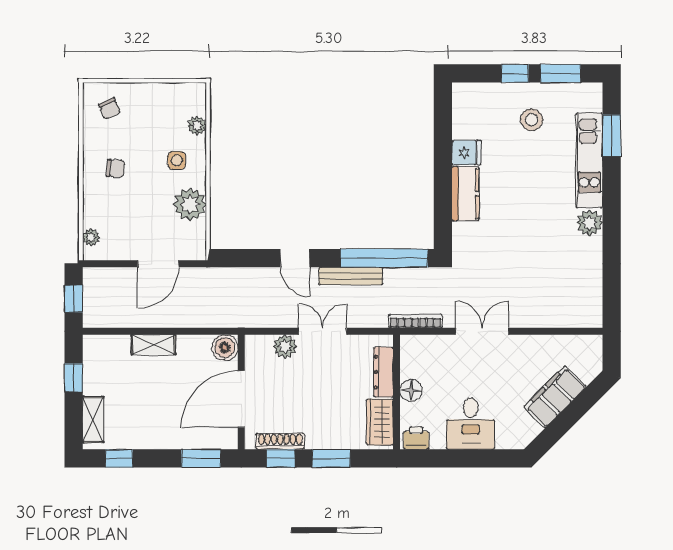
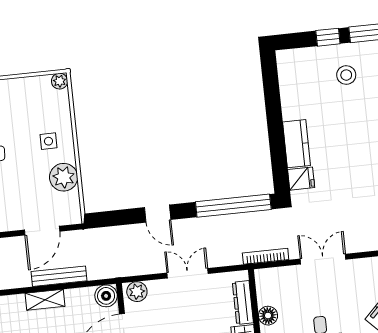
plant: (197, 126) -> (60, 81), moved
fridge: (466, 153) -> (301, 179), moved
bench: (351, 276) -> (59, 276), moved
plant: (285, 346) -> (137, 292), moved

